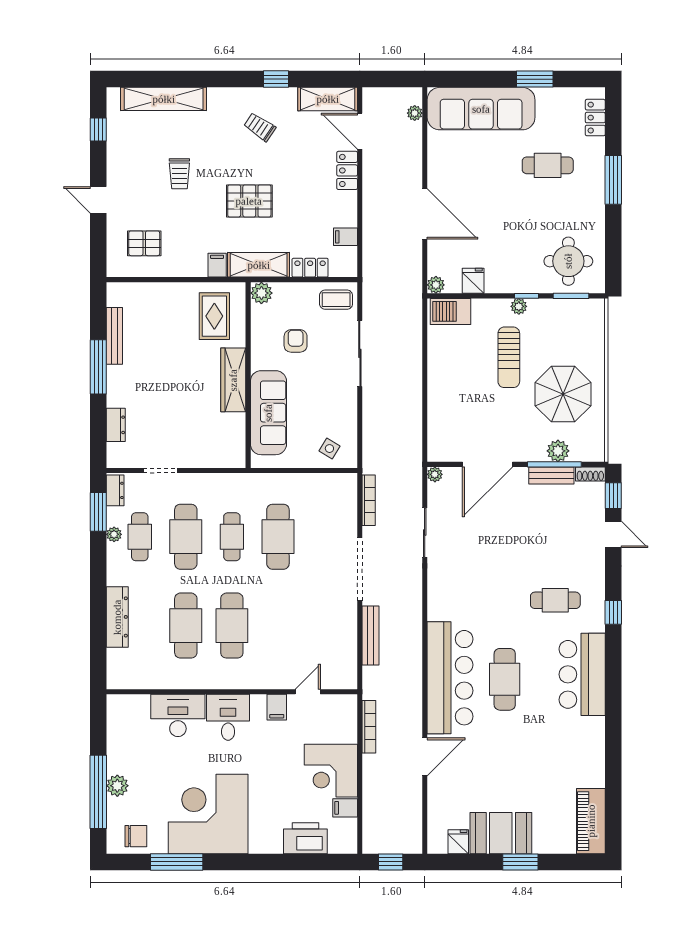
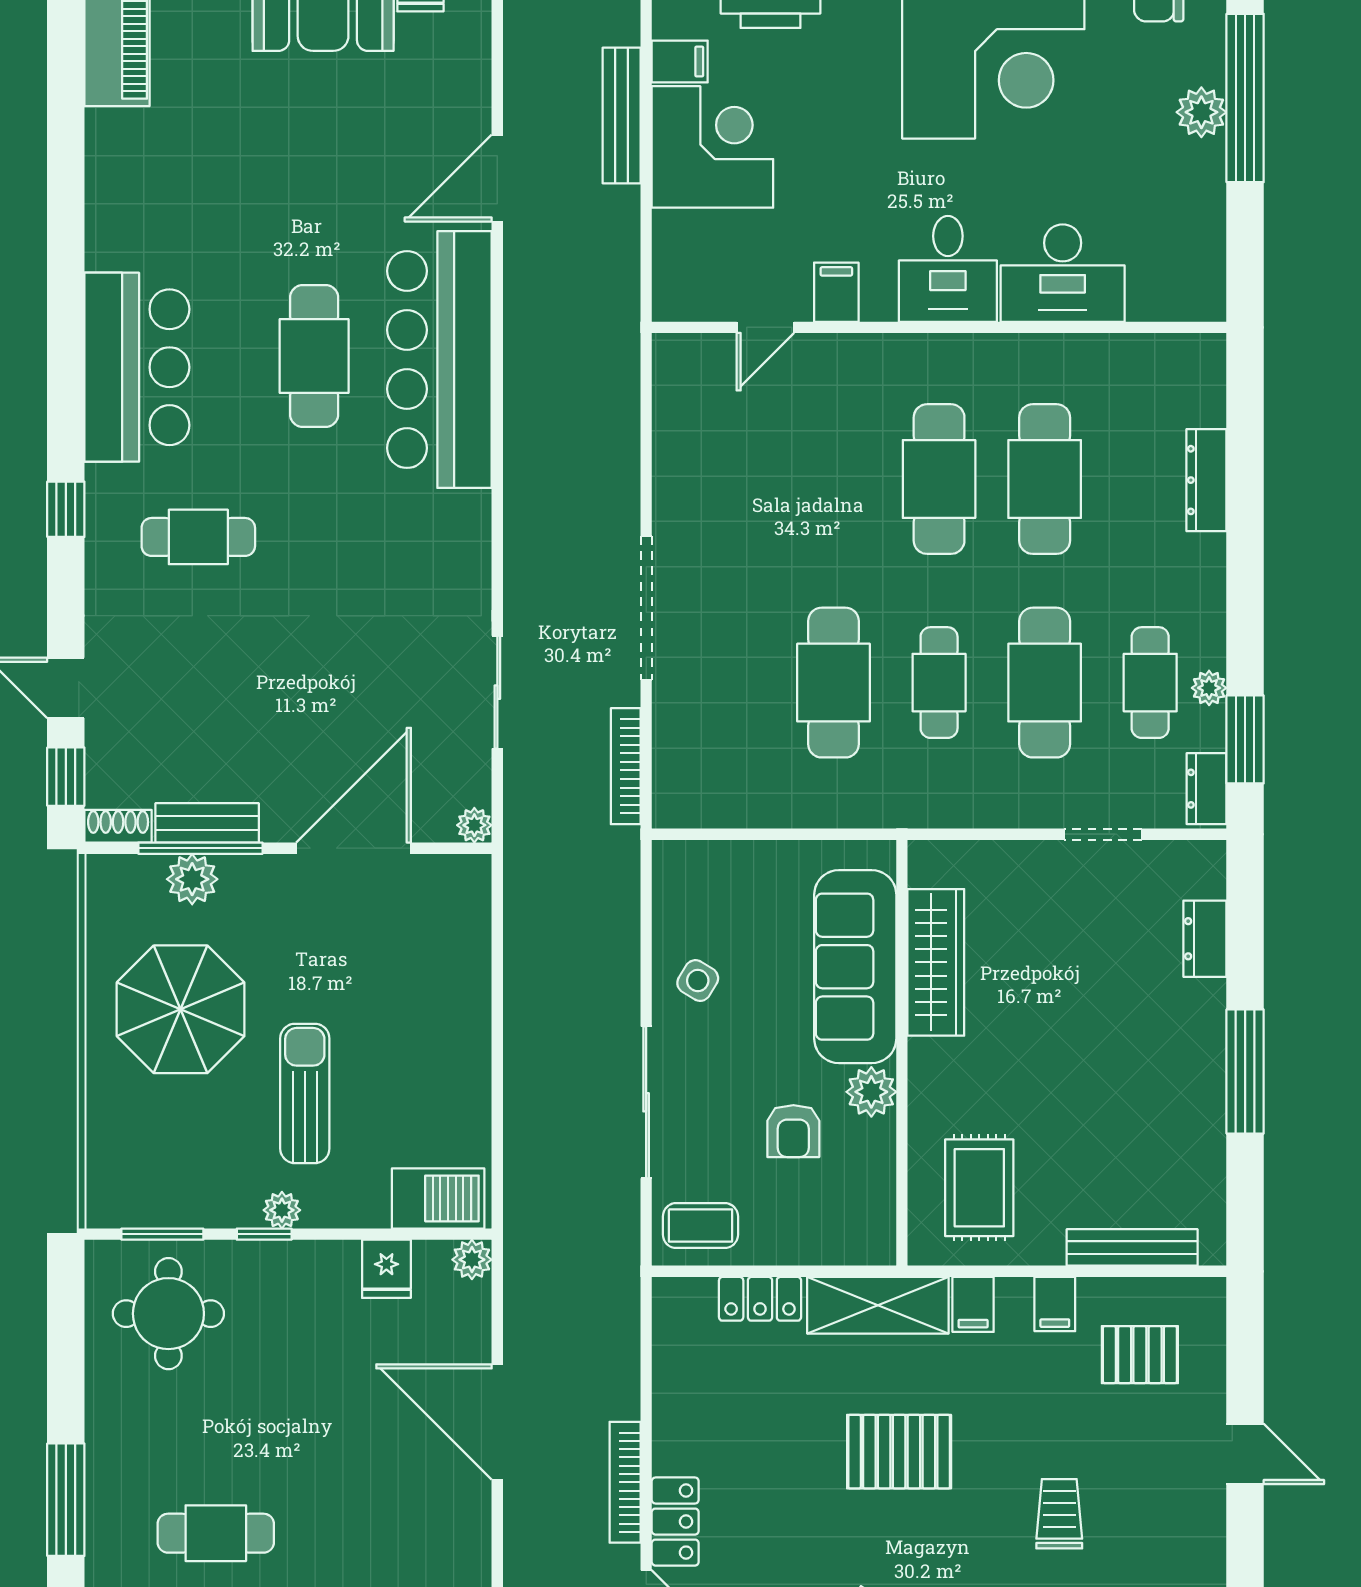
filing cabinet: (345, 237) -> (1055, 1304), moved, turned 90
plant: (261, 293) -> (871, 1092), moved
bench: (114, 336) -> (1132, 1247), moved, turned 90
wardrobe: (233, 380) -> (936, 962), moved
side table: (329, 449) -> (698, 981), moved
dresser: (117, 617) -> (1206, 480), width x0.73, depth x0.80
bench: (371, 636) -> (622, 116), moved
bookcase: (369, 727) -> (625, 1482), moved

